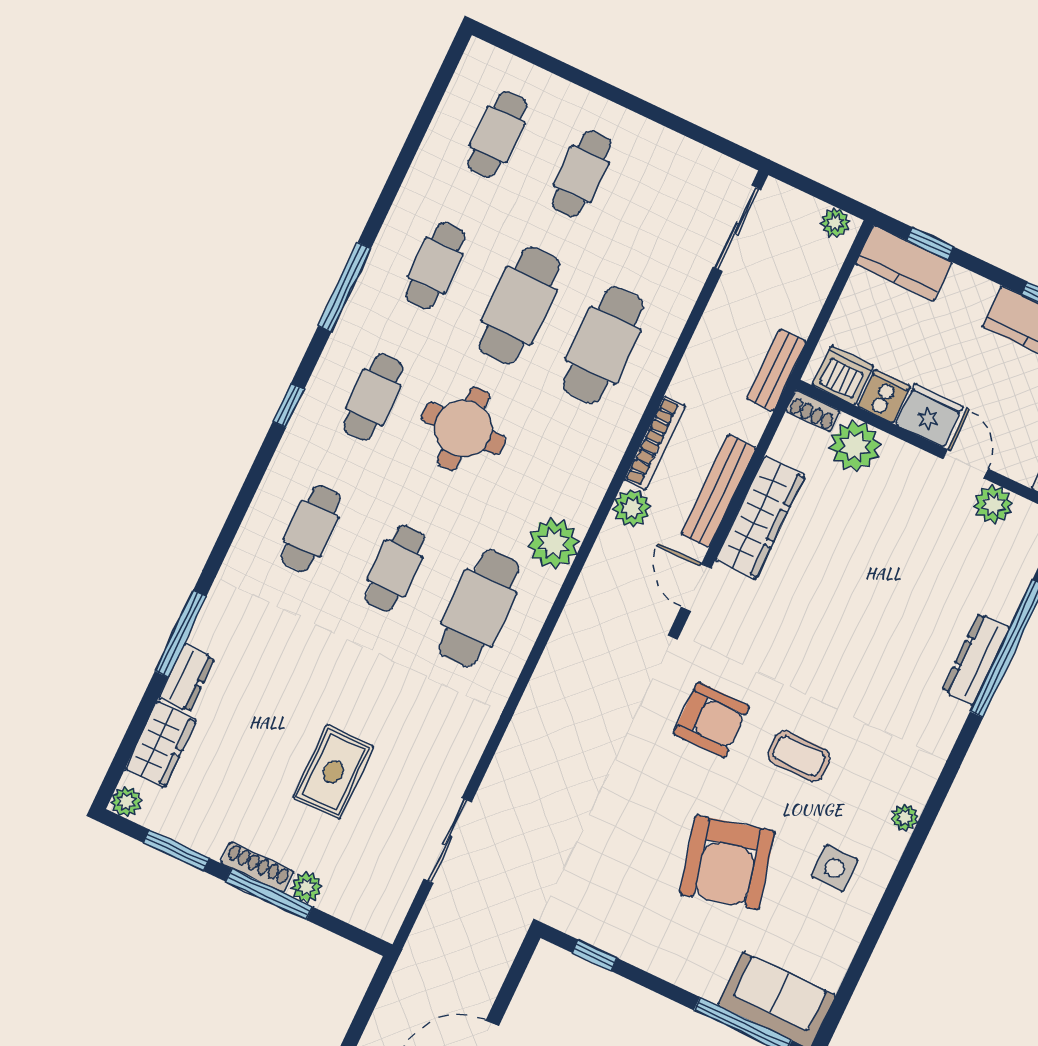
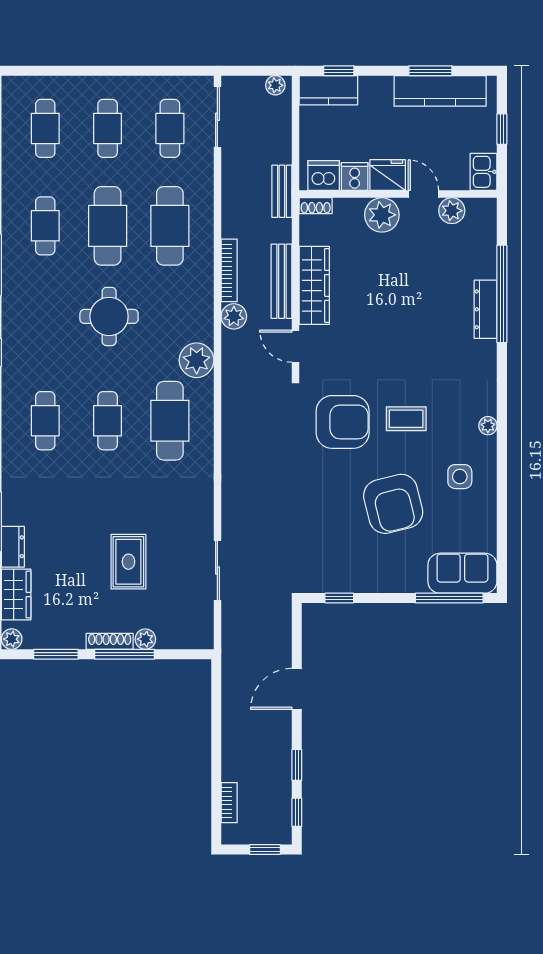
cafe table: (373, 397) -> (170, 128), moved
plant: (855, 446) -> (382, 215), moved
armchair: (711, 720) -> (343, 422), width x1.36, depth x1.36

